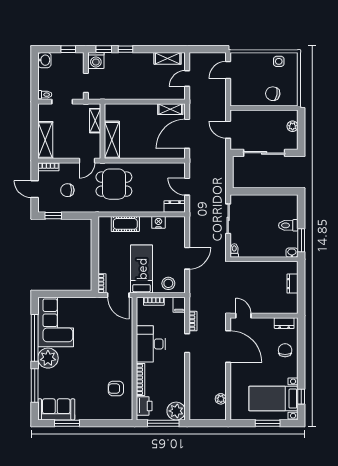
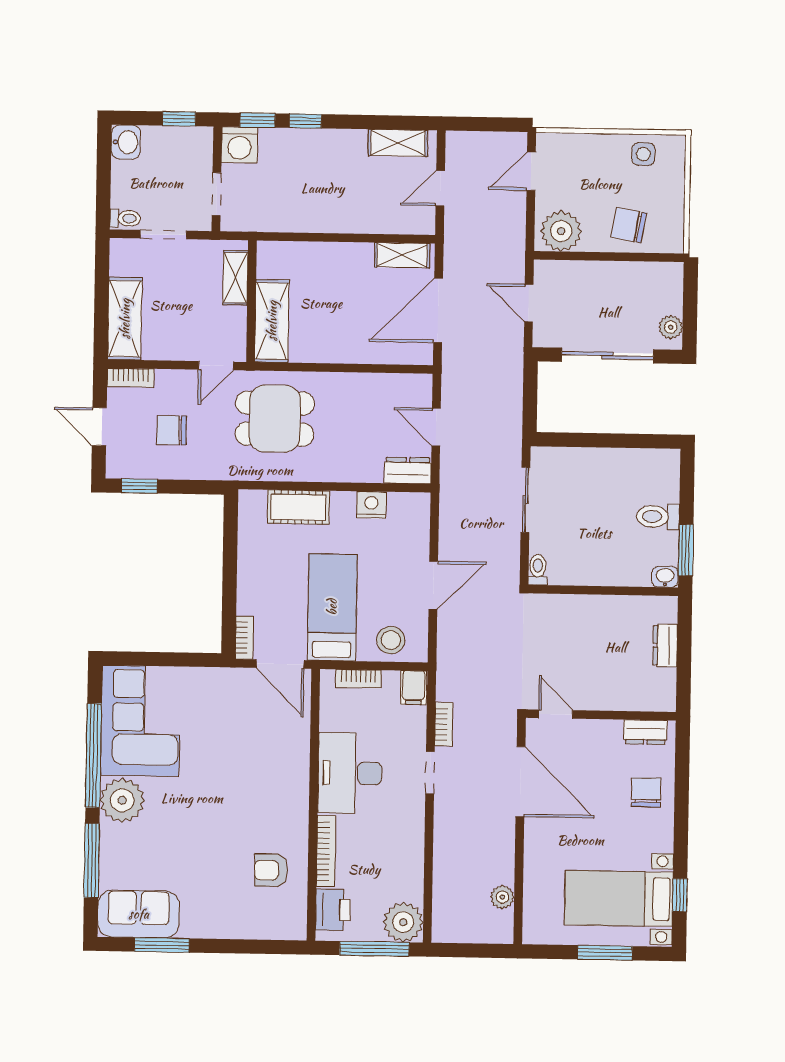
plant: (242, 97) -> (561, 231), added
plant: (293, 126) -> (671, 327), moved

